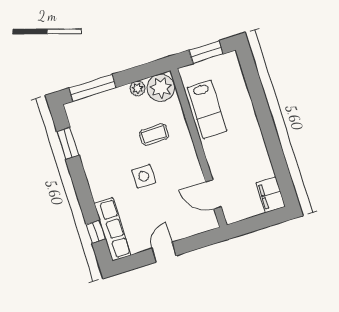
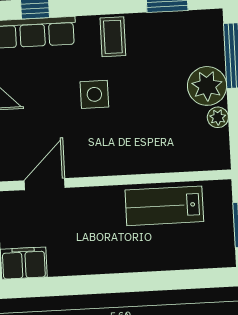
plant: (161, 88) -> (207, 86), moved
coffee table: (154, 135) -> (113, 37), moved

